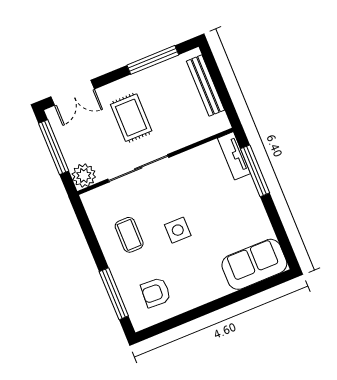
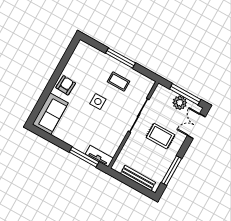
plant: (84, 176) -> (180, 103), moved
armchair: (156, 293) -> (66, 85), moved
window: (114, 294) -> (120, 58), moved

